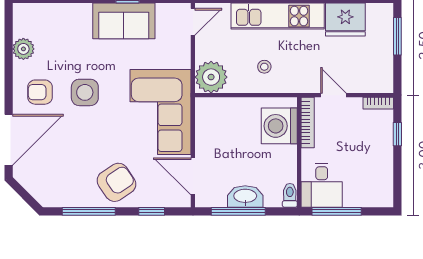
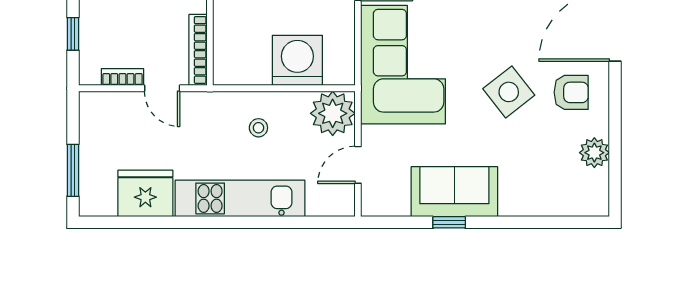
door: (193, 22) -> (358, 165), moved
side table: (85, 92) -> (509, 92), turned -38
bookcase: (378, 103) -> (122, 77), moved
washing machine: (279, 126) -> (297, 60), moved, turned -90

